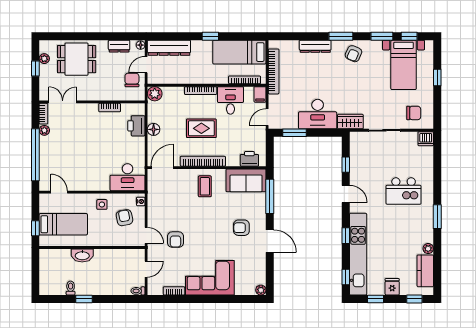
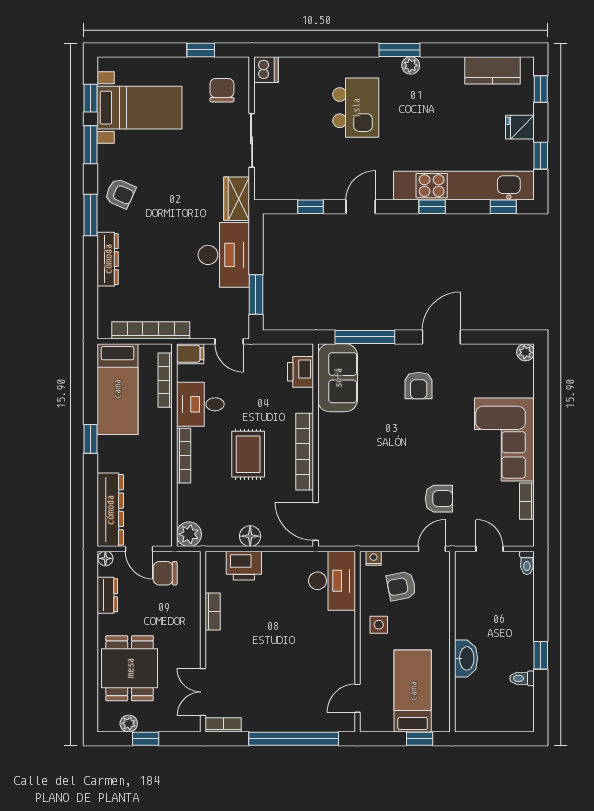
window: (437, 77) -> (201, 50), moved
plant: (44, 130) -> (252, 723), removed
coffee table: (205, 186) -> (348, 448), removed
plant: (428, 249) -> (411, 65), moved

